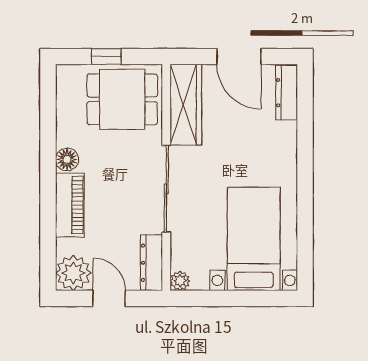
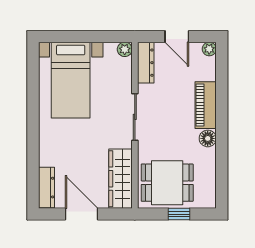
sliding door: (166, 189) -> (135, 117), width x0.73
plant: (73, 273) -> (209, 49), width x0.53, depth x0.53

